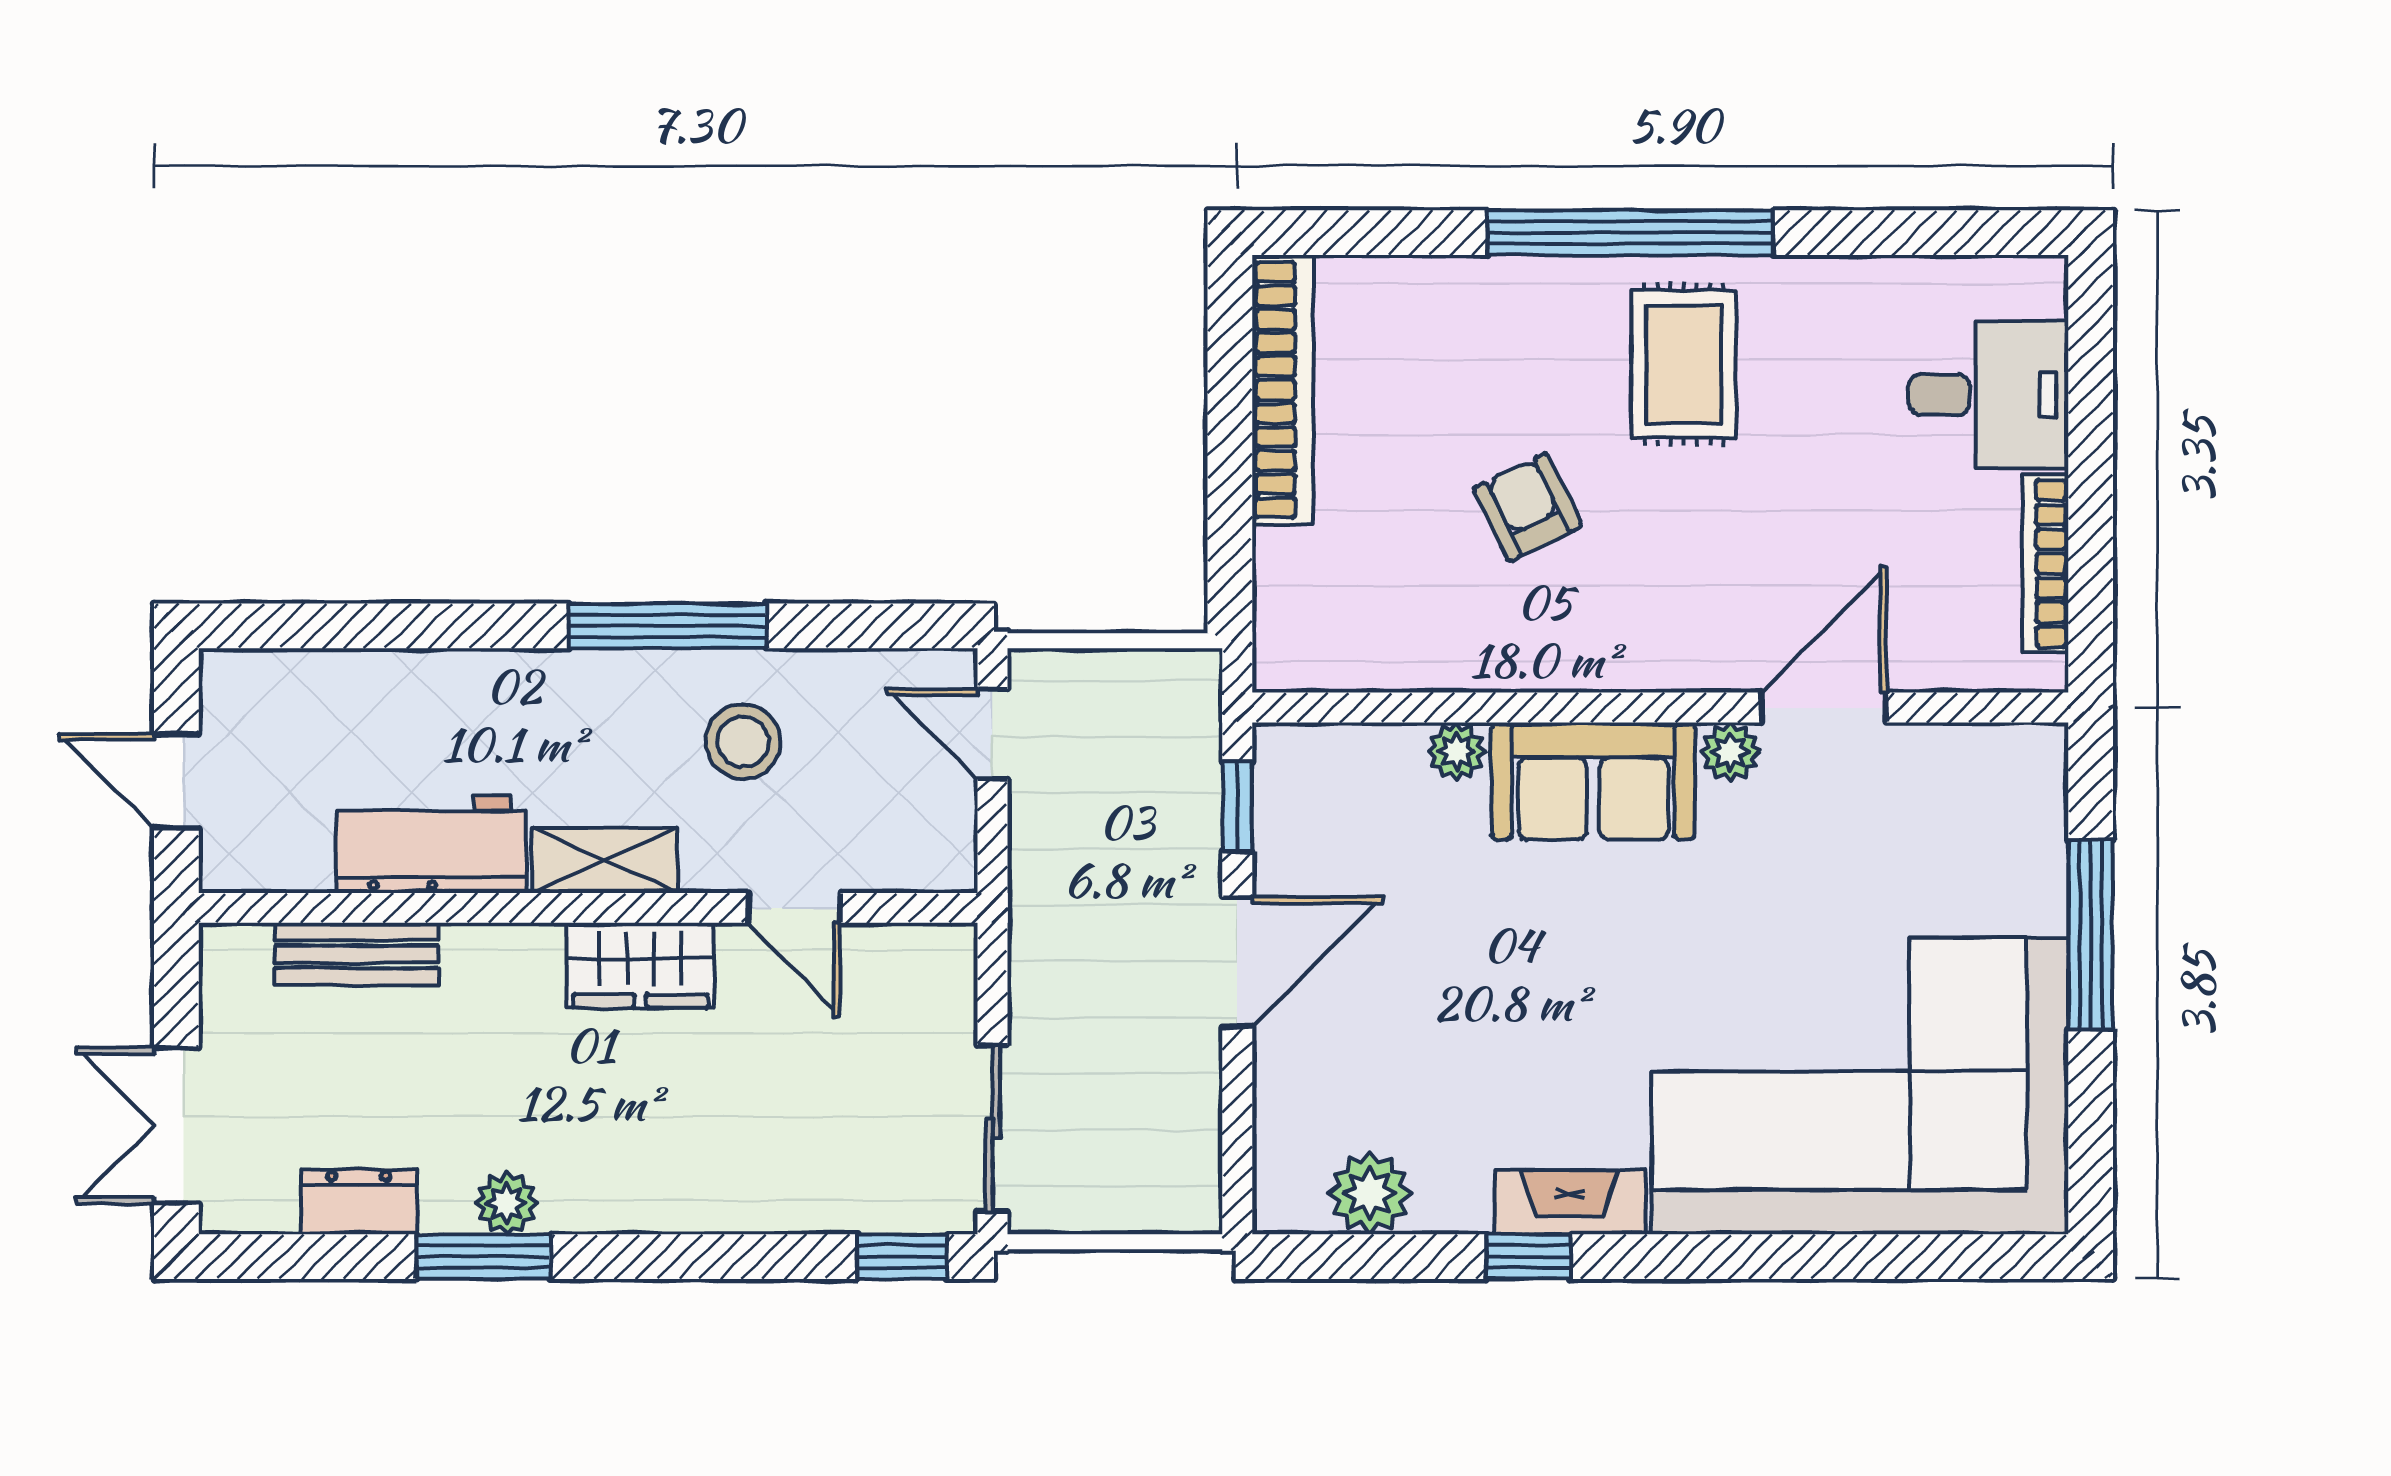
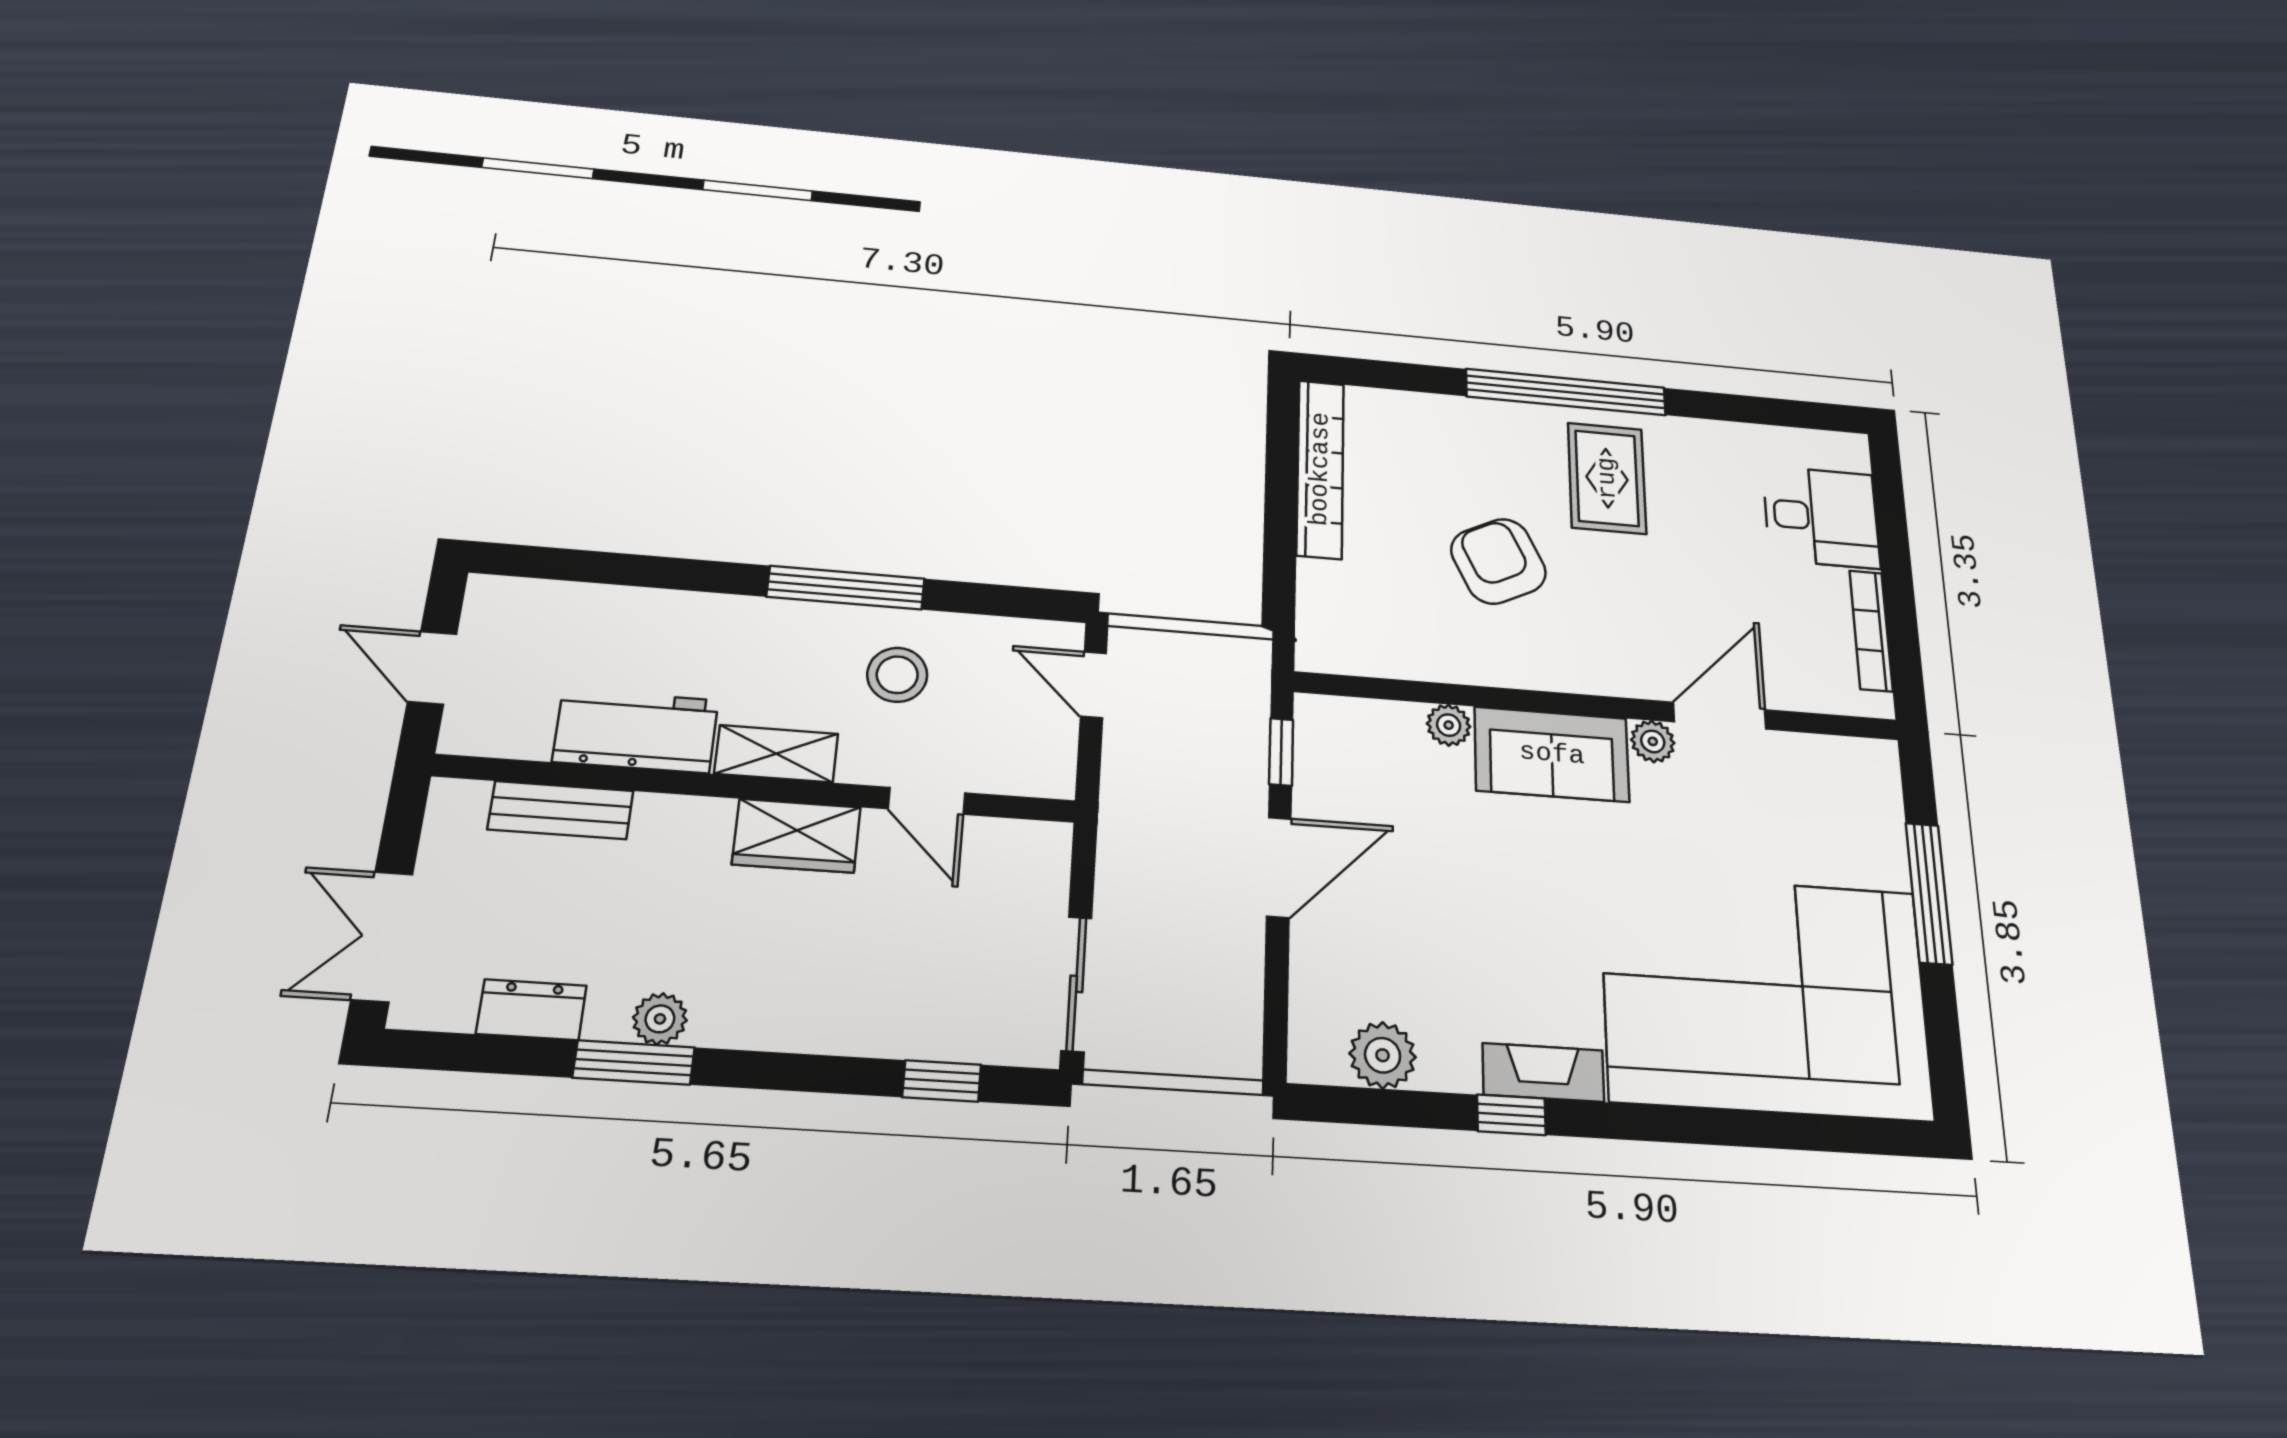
armchair: (1528, 507) -> (1498, 561), width x1.38, depth x1.38
window: (902, 1257) -> (942, 1081), moved

